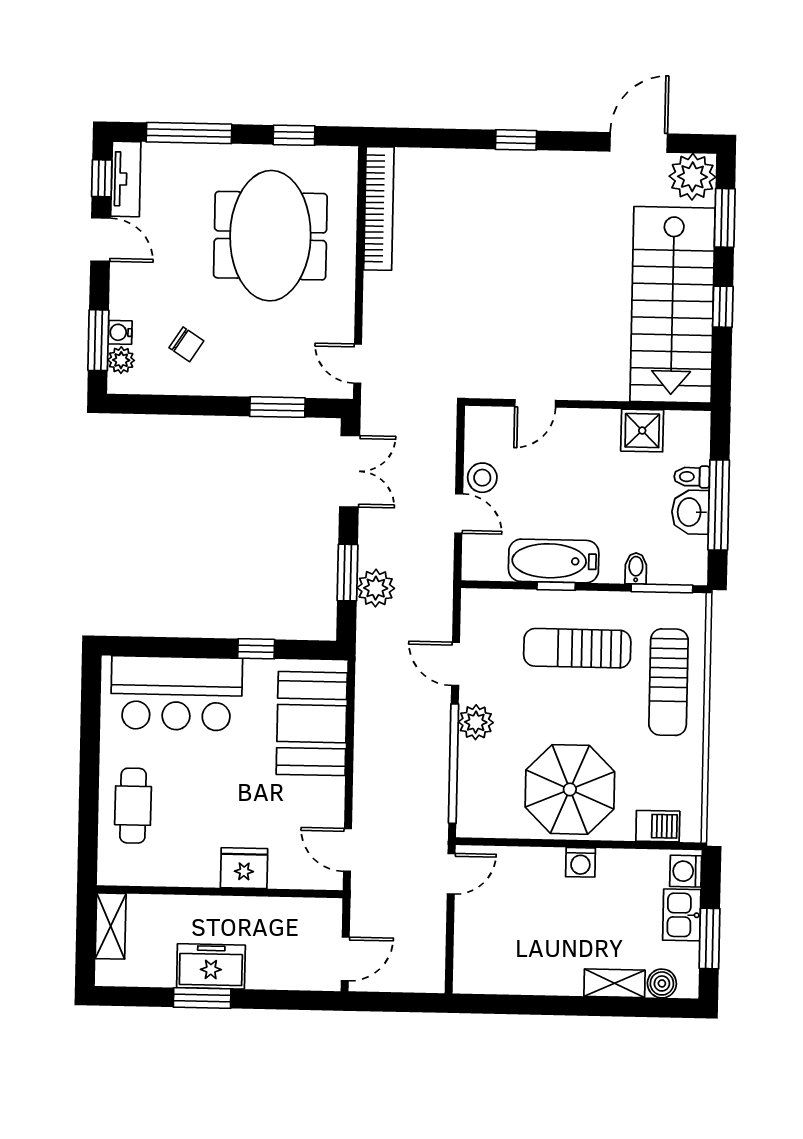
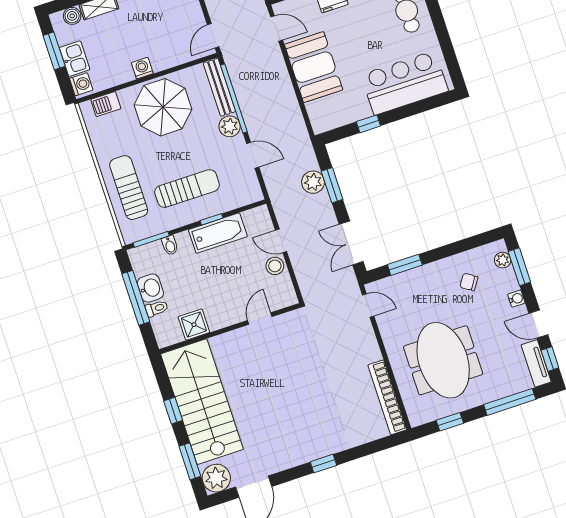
water cooler: (120, 332) -> (516, 299), moved
booth: (312, 724) -> (314, 67), moved
bench: (470, 789) -> (219, 87), added

